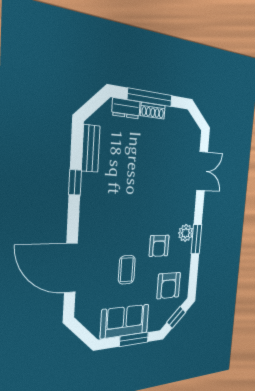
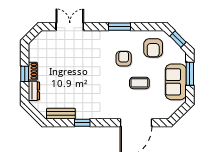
window: (150, 98) -> (25, 74), width x0.46
plant: (186, 233) -> (115, 37), removed
armchair: (159, 246) -> (124, 59), turned -90
armchair: (169, 286) -> (153, 48), turned 90

